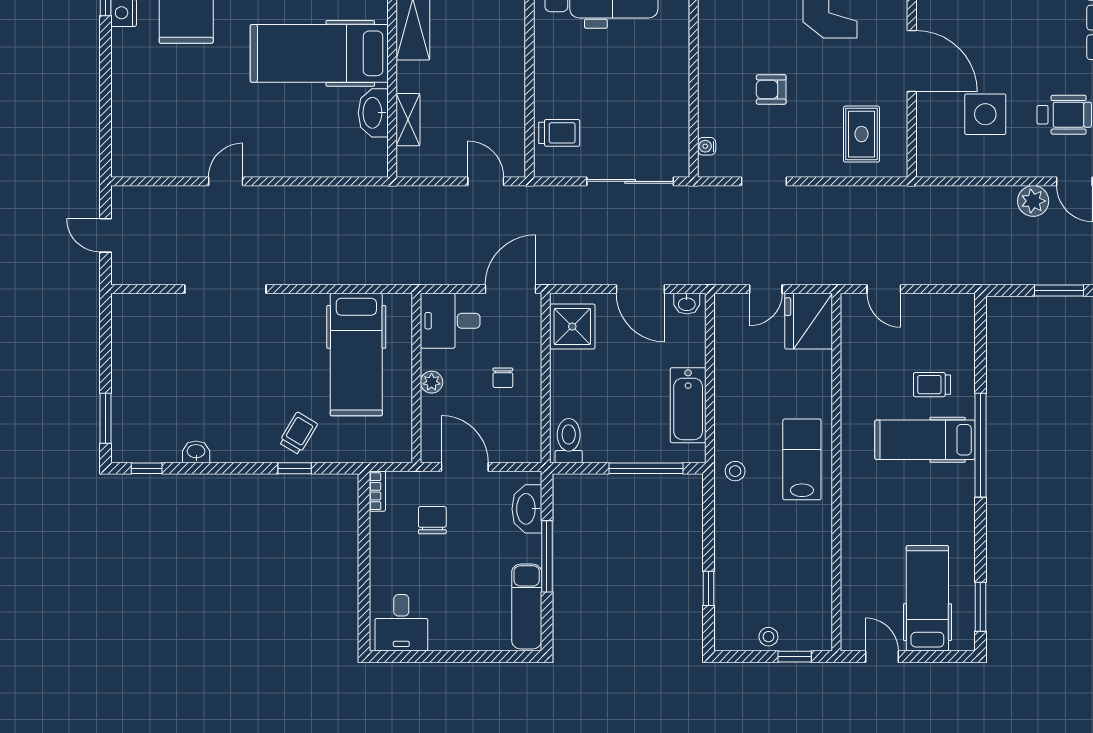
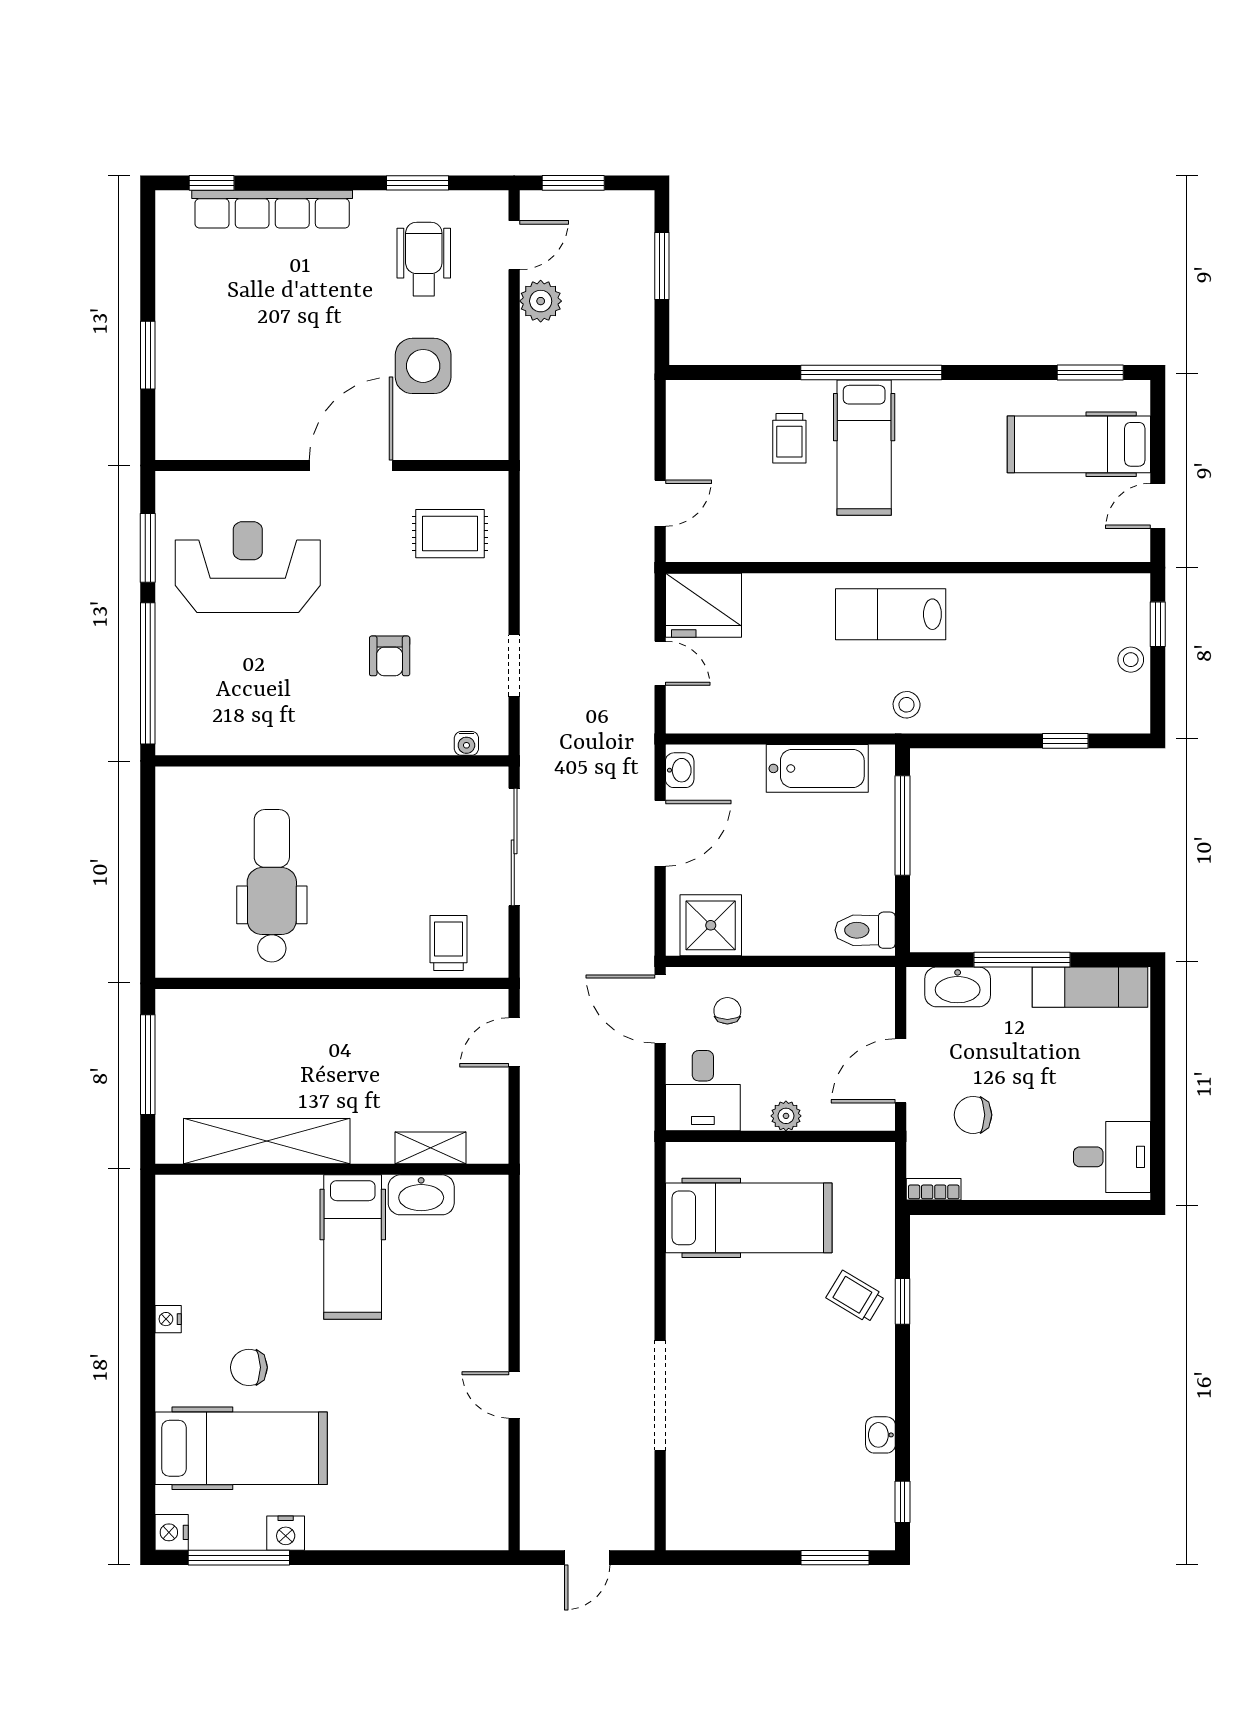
hospital bed: (319, 53) -> (353, 1247), width x0.73, depth x0.78
chair: (503, 378) -> (727, 1011), moved, turned -90

